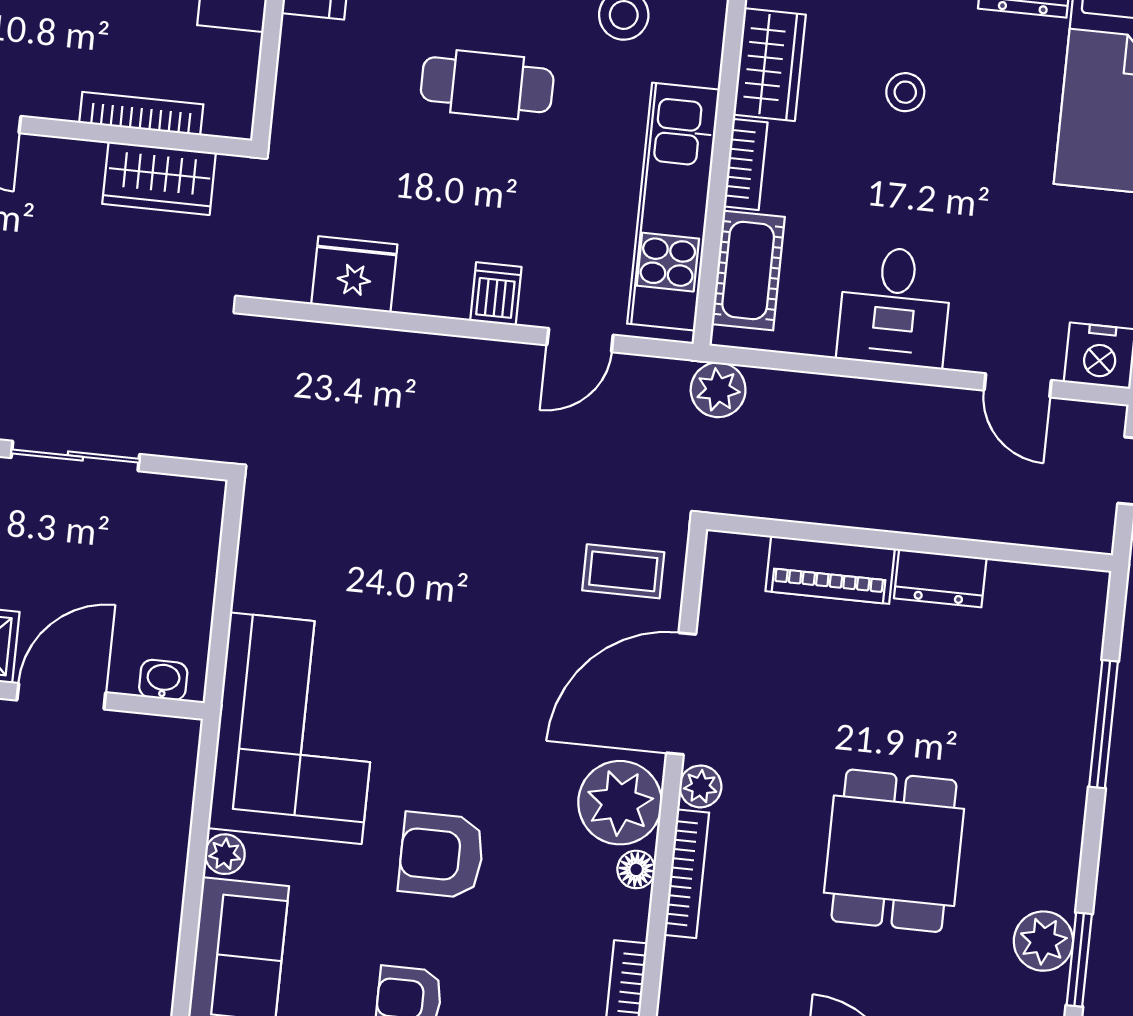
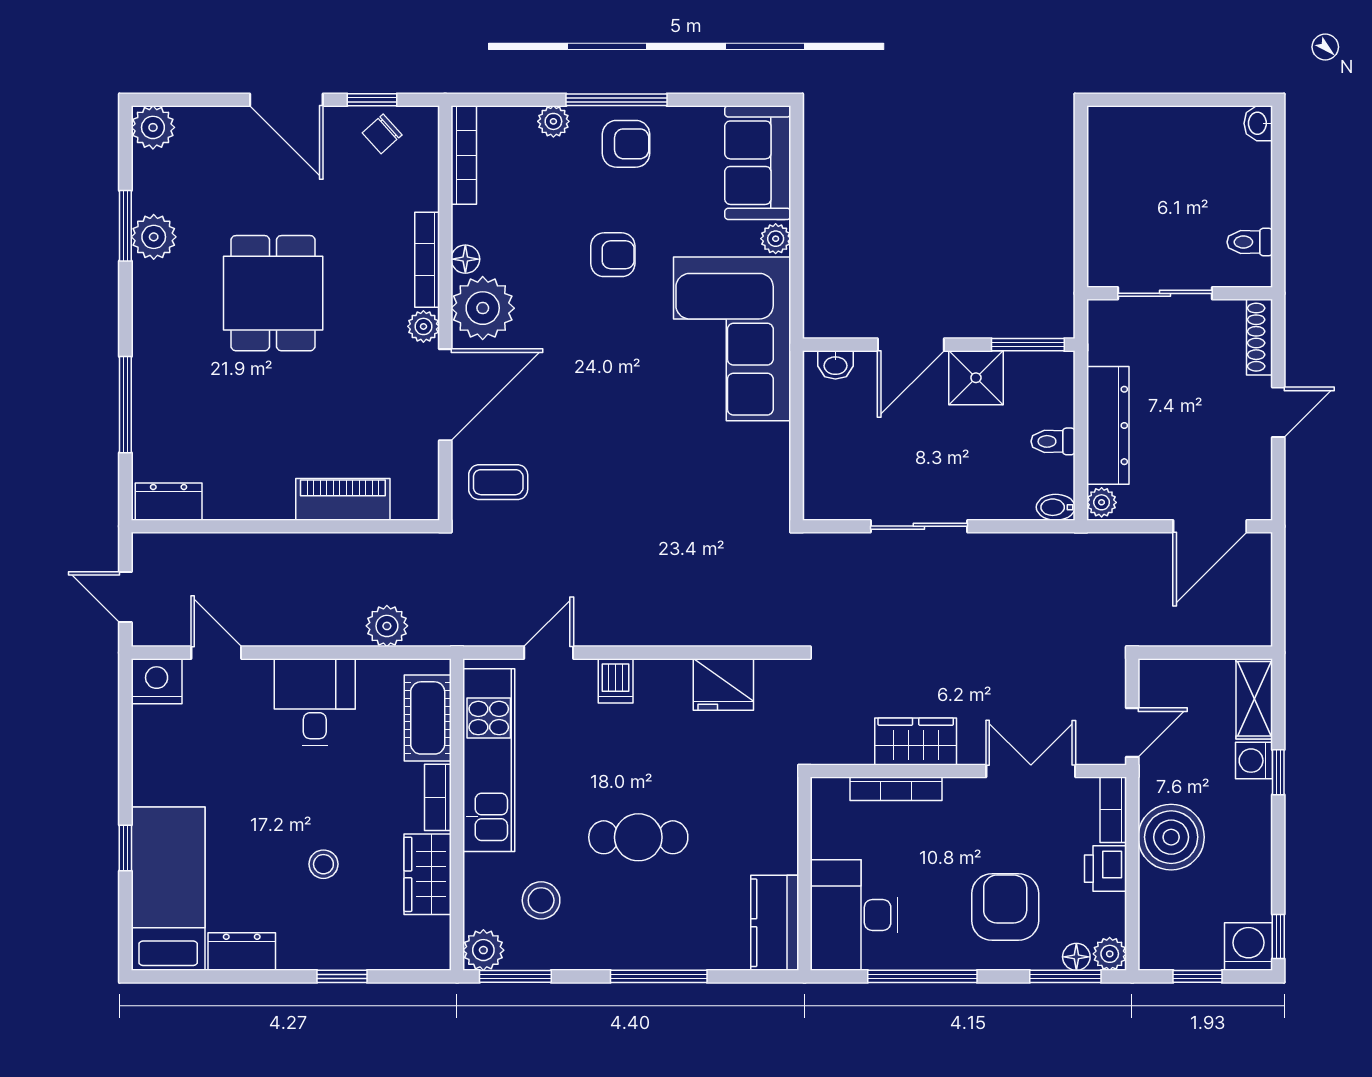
wardrobe: (159, 178) -> (916, 741), moved
plant: (718, 390) -> (387, 626), moved
dresser: (940, 578) -> (169, 502), moved
armchair: (441, 855) -> (613, 255), width x0.72, depth x0.72

